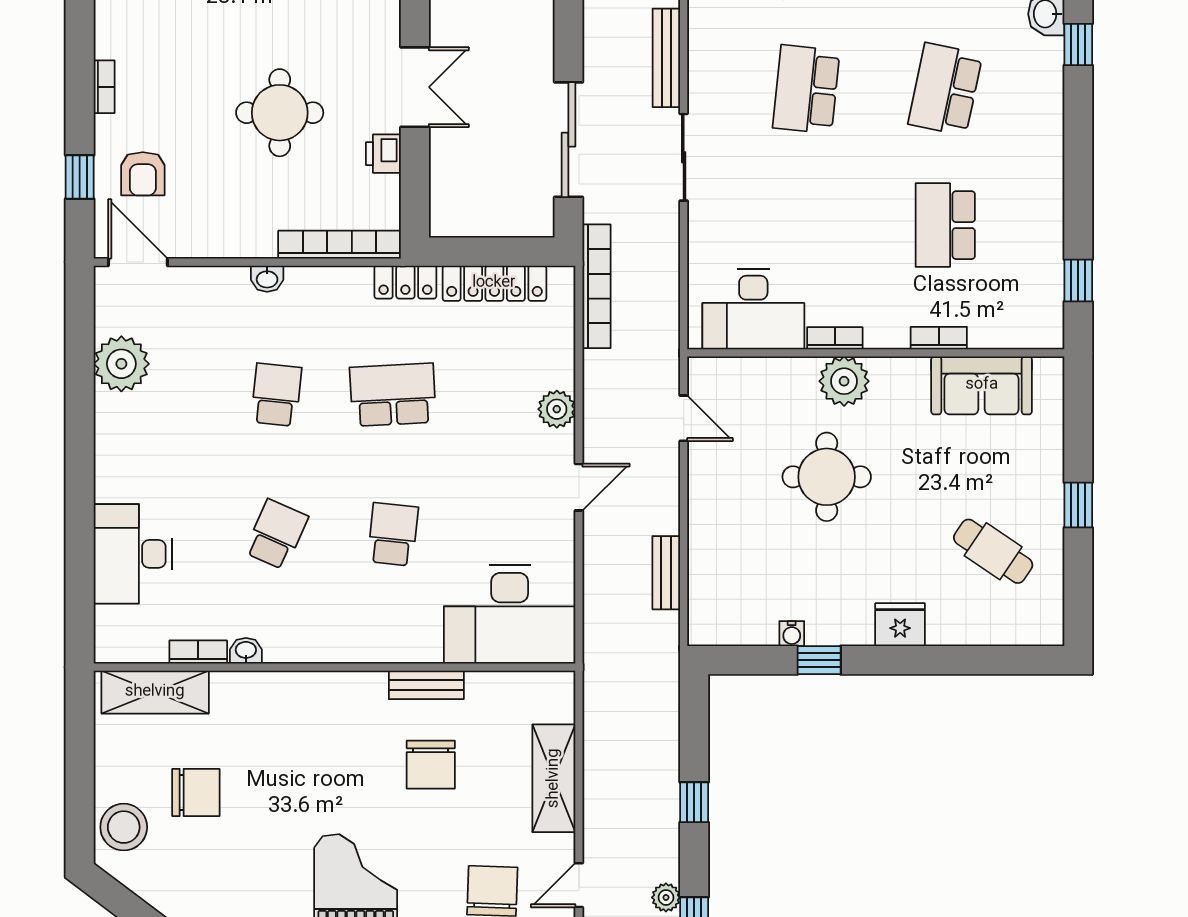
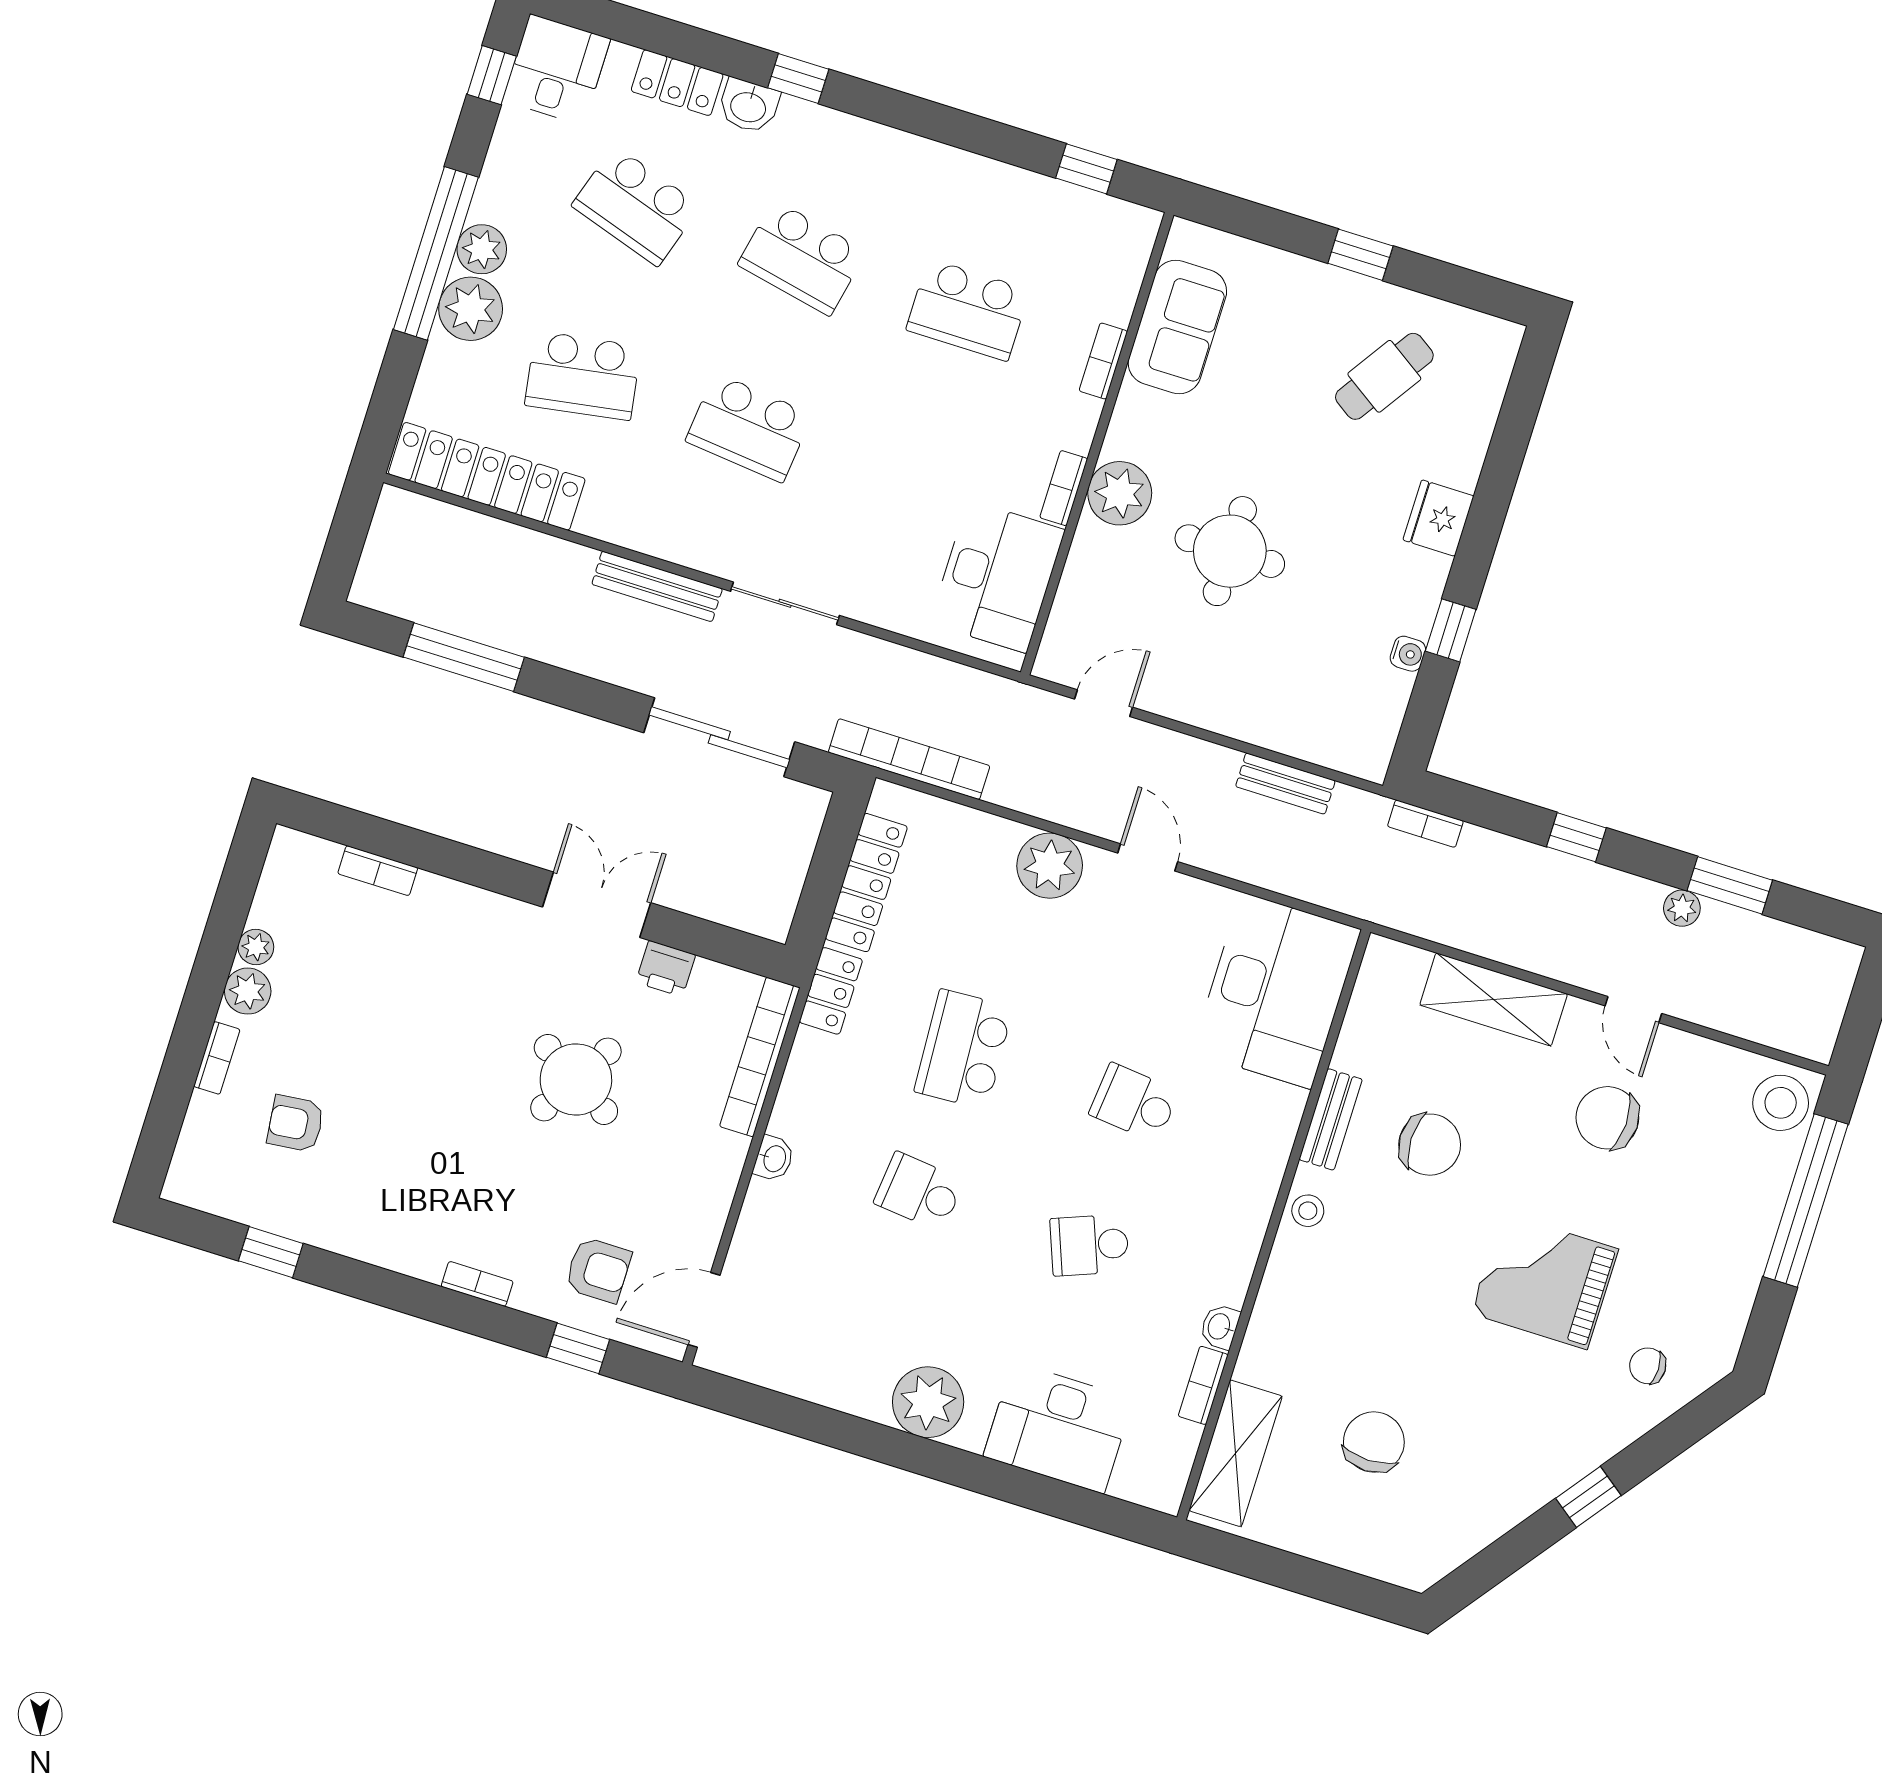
round table: (280, 113) -> (576, 1079), turned 31
plant: (121, 364) -> (928, 1402), moved
plant: (557, 409) -> (1050, 866), width x1.36, depth x1.36
school desk: (276, 534) -> (1089, 1245), turned -45
bookcase: (669, 686) -> (1425, 824), added
stool: (124, 827) -> (1308, 1211), moved, width x0.53, depth x0.53

